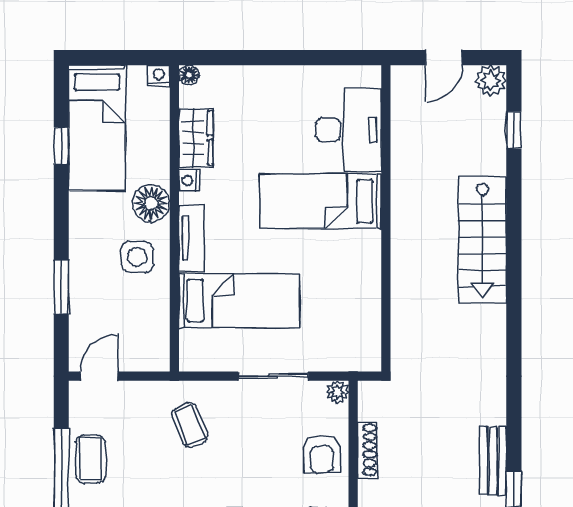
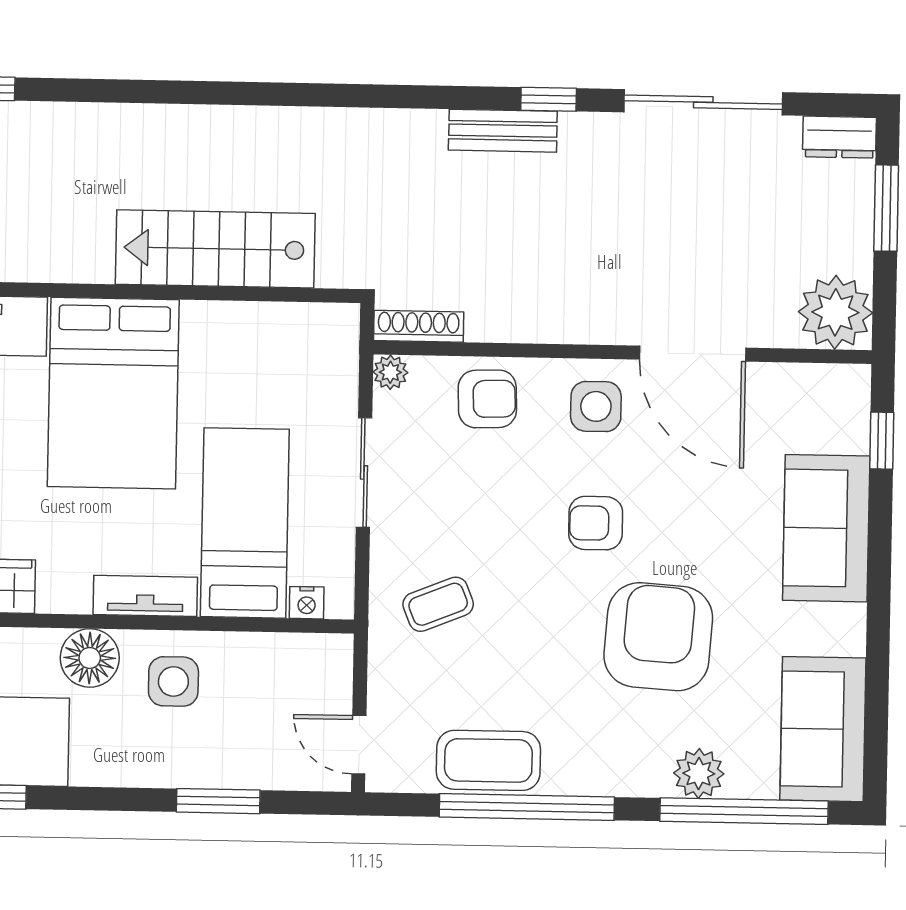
nightstand: (189, 181) -> (307, 603), moved
bed: (321, 201) -> (113, 393), width x1.50
stairs: (482, 240) -> (215, 249), moved, turned 180
shoe rack: (367, 450) -> (419, 326), moved
coffee table: (91, 459) -> (488, 760), width x1.36, depth x1.30

